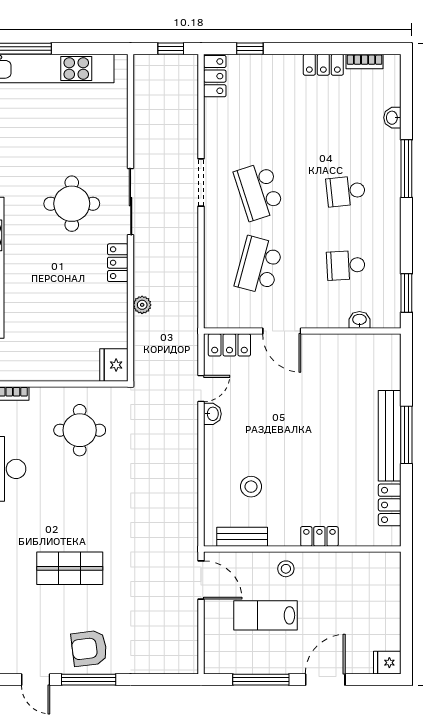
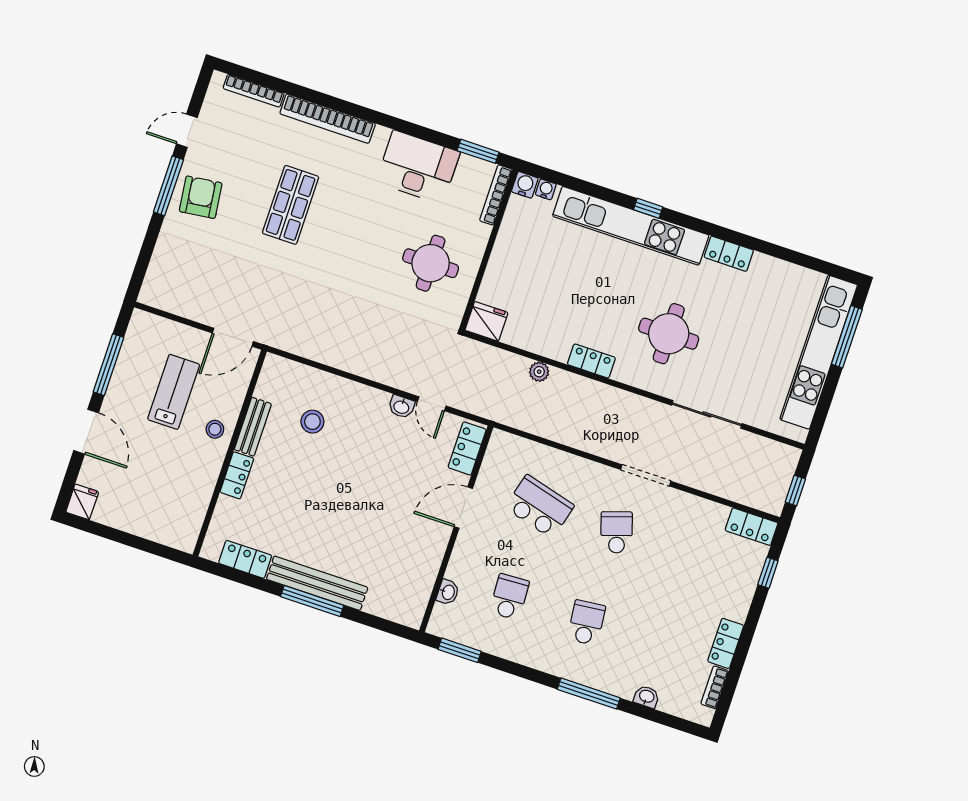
school desk: (259, 191) -> (617, 532), width x0.54
sliding door: (131, 202) -> (707, 414), moved
bench: (242, 537) -> (253, 427), moved

